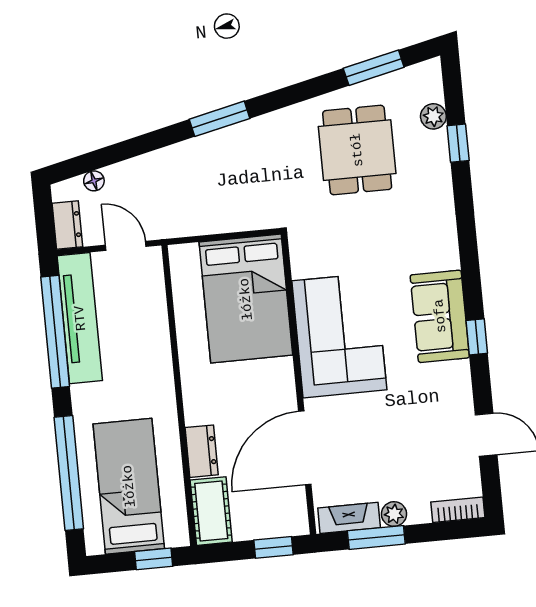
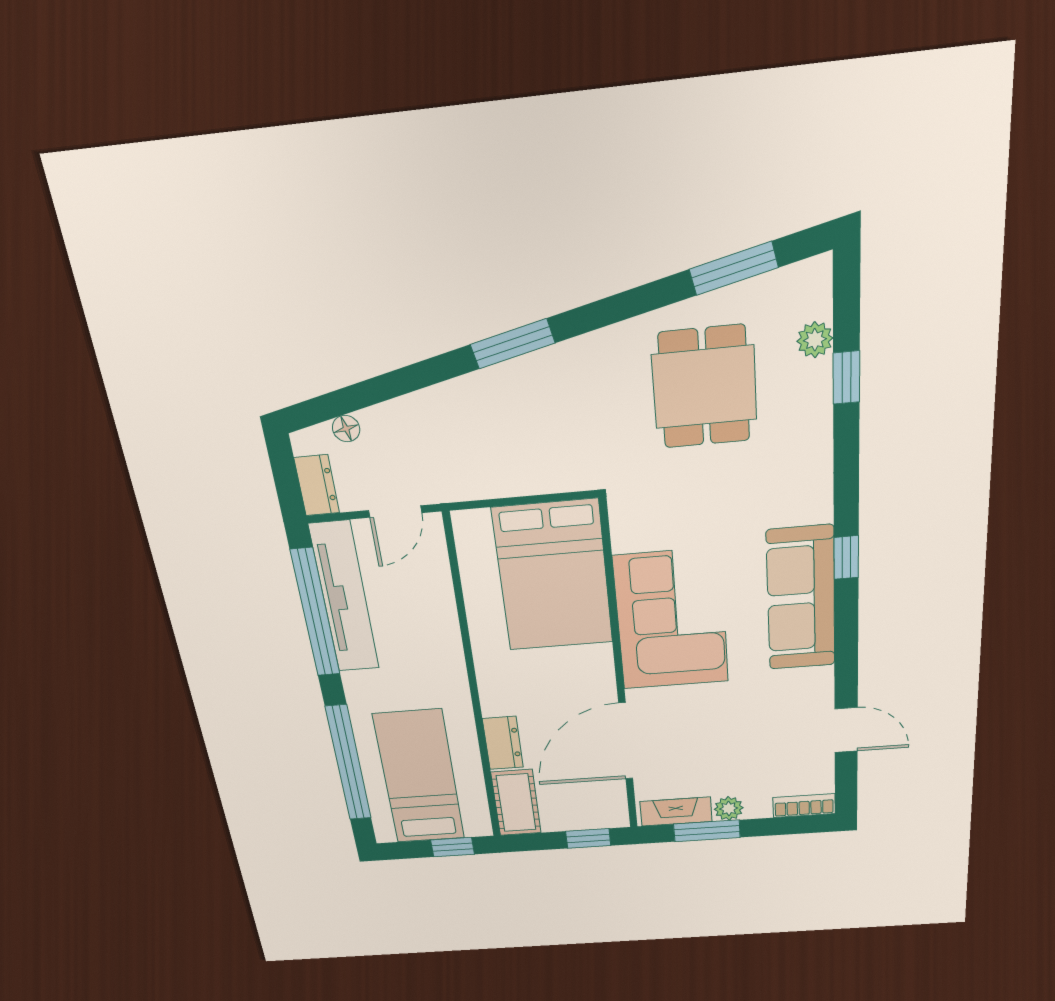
door: (126, 246) -> (395, 512), swing flipped
sofa: (440, 316) -> (801, 599), width x1.36
window: (477, 337) -> (846, 557), moved

